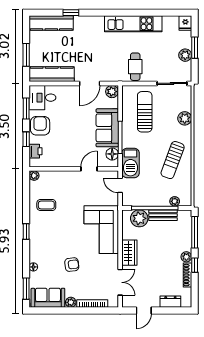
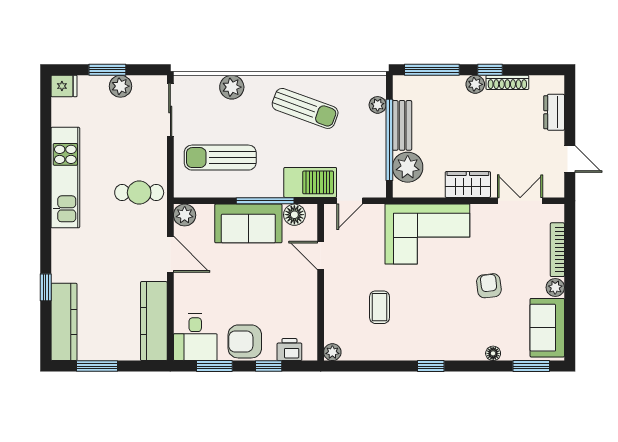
window: (26, 55) -> (97, 366), moved
cafe table: (135, 67) -> (139, 193), moved
coffee table: (46, 205) -> (380, 307), moved

